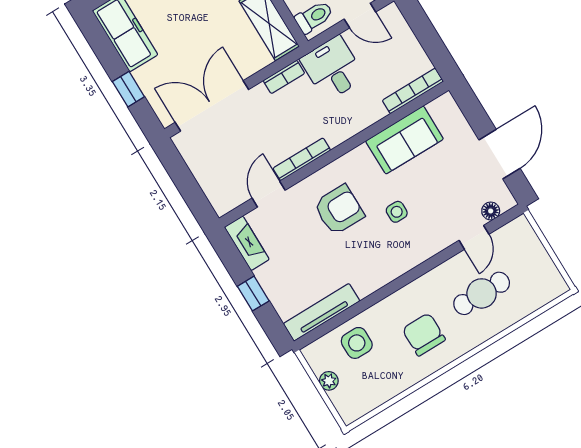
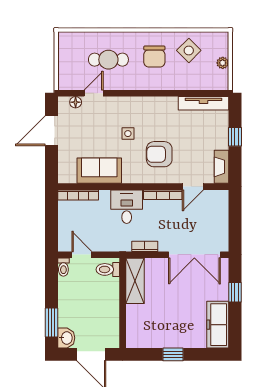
desk: (333, 68) -> (127, 207), moved, turned 180
side table: (357, 343) -> (189, 50), moved, turned 45

